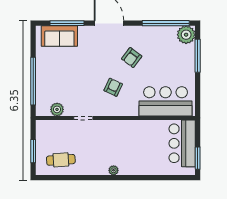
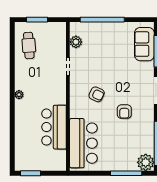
armchair: (132, 58) -> (124, 112), turned -127
bar counter: (182, 143) -> (54, 127), moved, turned -90

